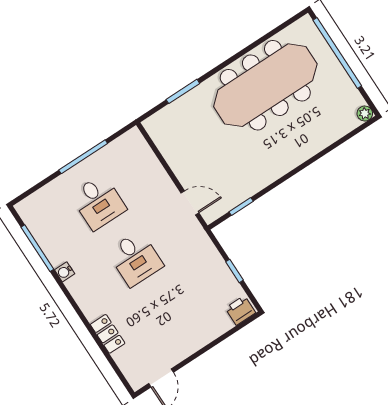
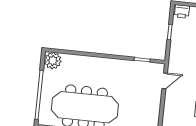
plant: (365, 113) -> (53, 61), width x1.87, depth x1.87
door: (190, 203) -> (165, 81), swing flipped

